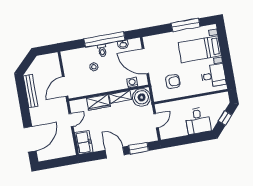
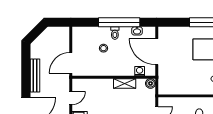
armchair: (173, 81) -> (181, 77), removed
bench: (30, 91) -> (35, 75), moved
boiler: (142, 97) -> (150, 83), width x0.54, depth x0.54
wardrobe: (98, 102) -> (102, 85), removed

